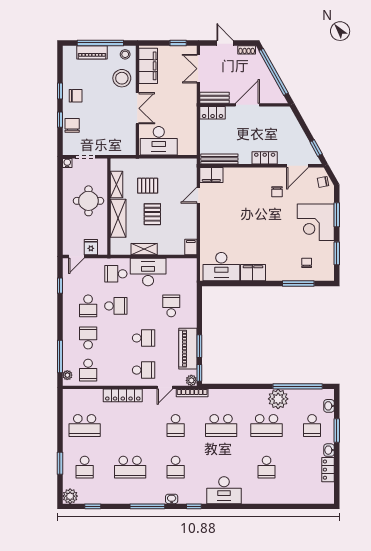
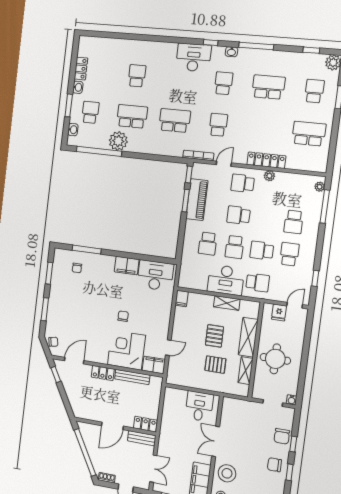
desk: (159, 141) -> (199, 406), width x0.73
bench: (219, 159) -> (132, 377), moved
chair: (277, 192) -> (123, 316), moved
corner desk: (316, 222) -> (126, 350), moved, turned -90
school desk: (88, 370) -> (234, 247), moved, turned 180
plant: (191, 380) -> (269, 176), moved
desk: (224, 490) -> (193, 58), moved

